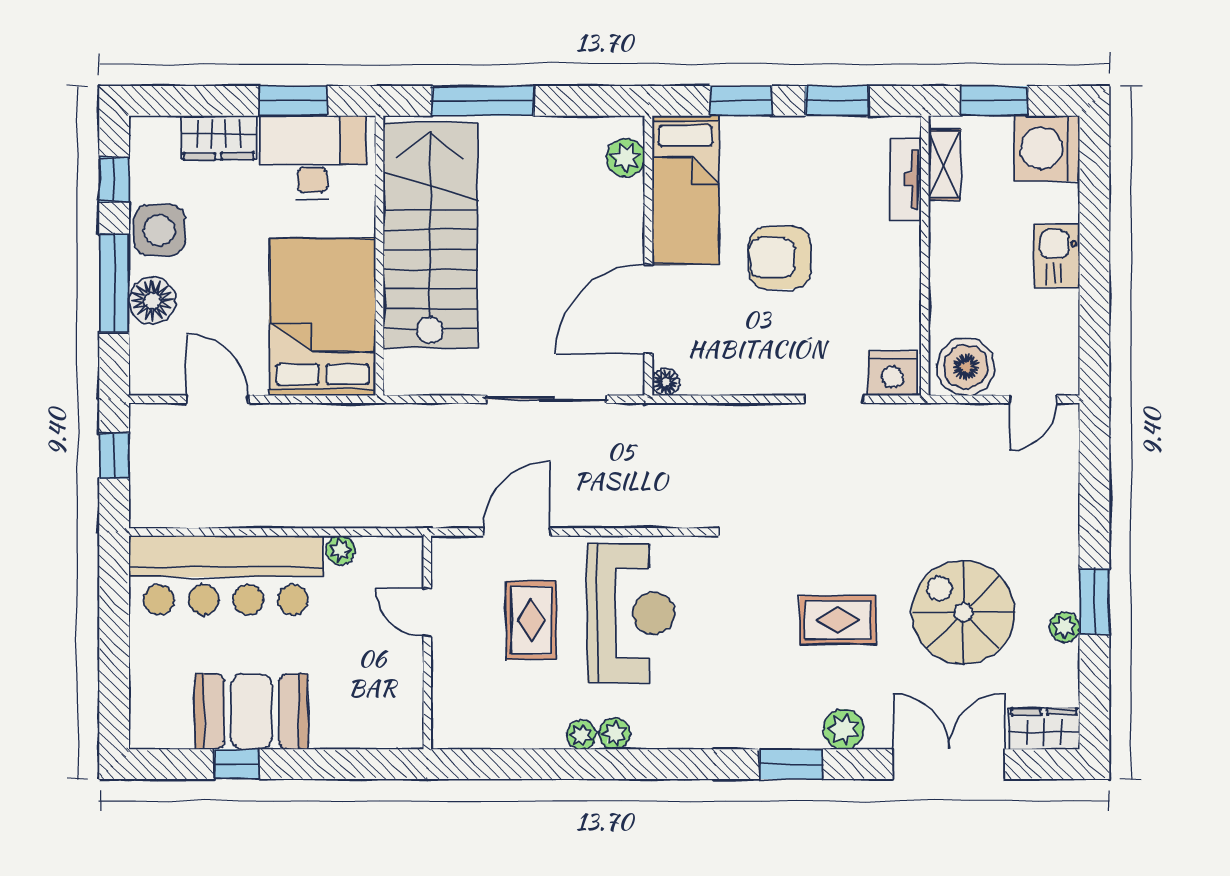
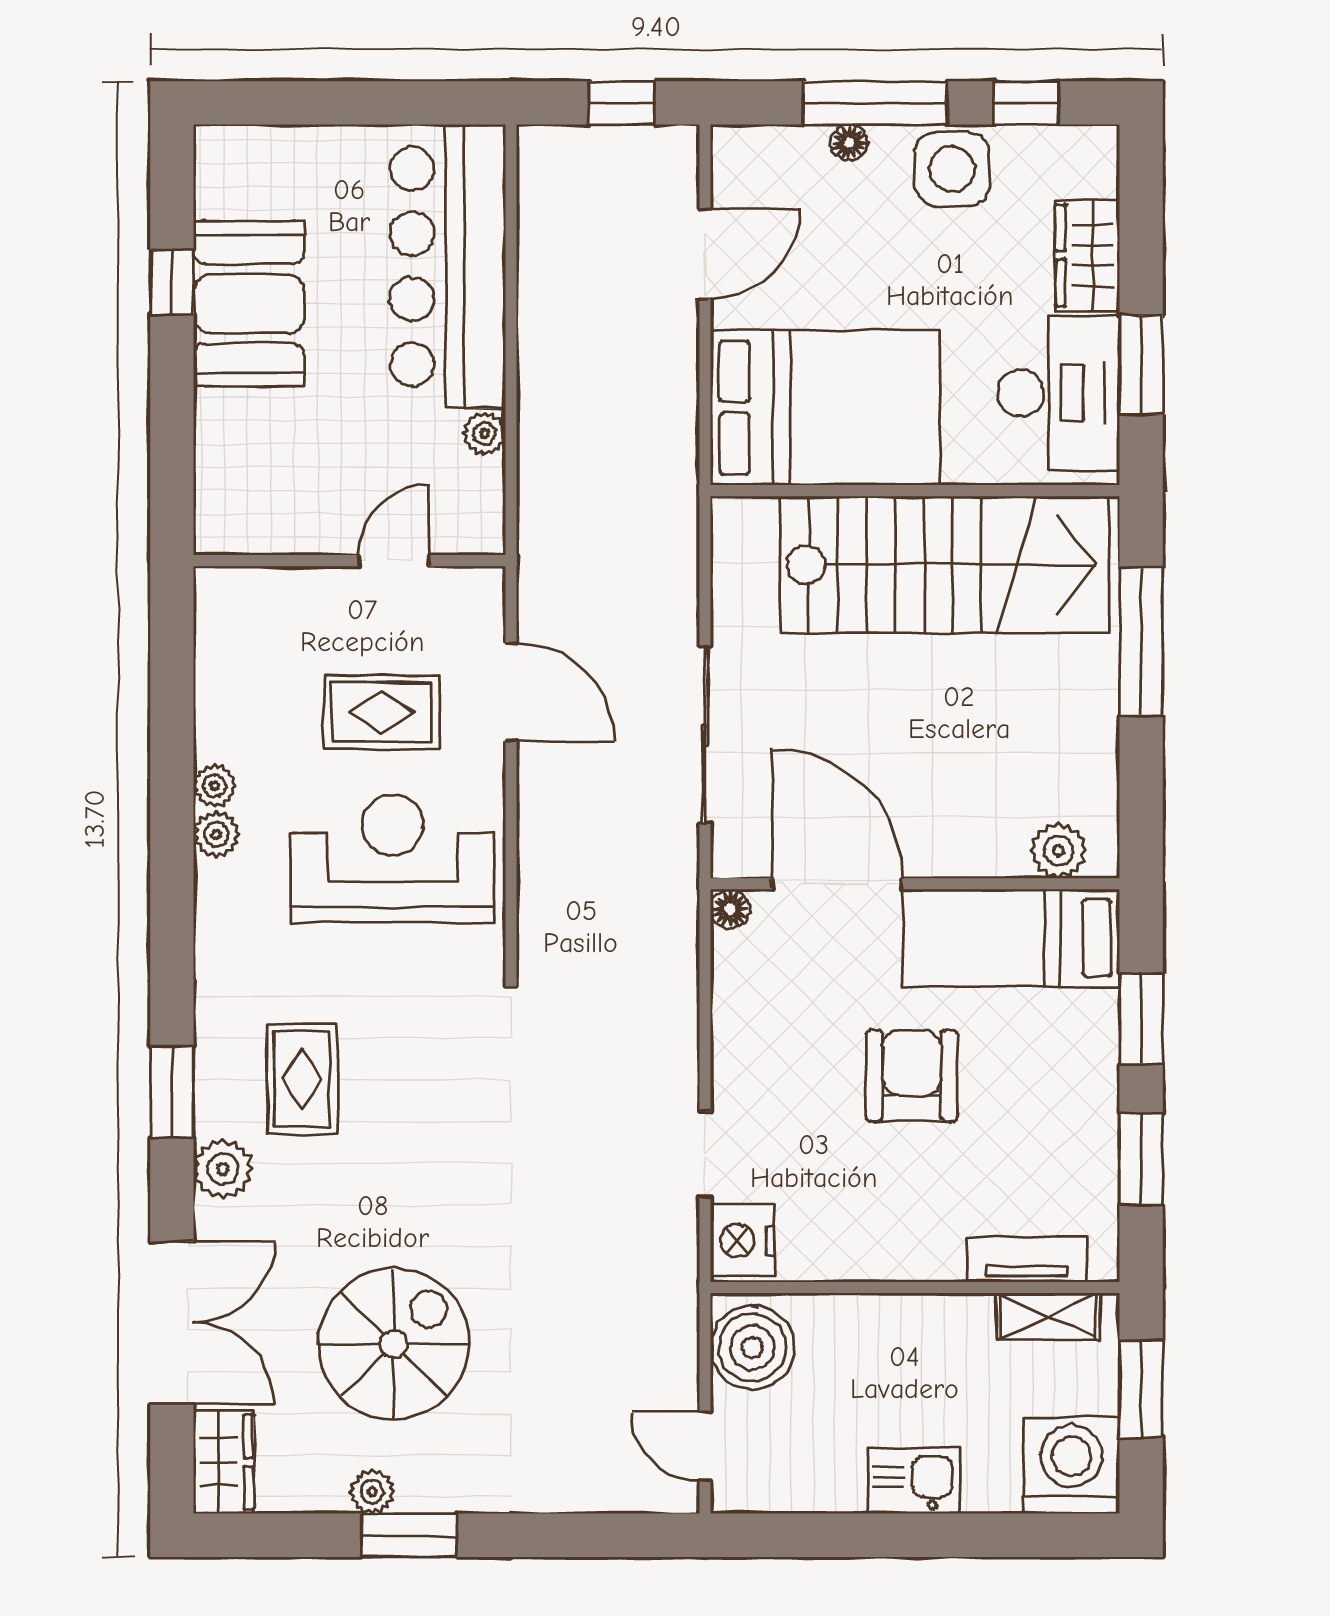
floor lamp: (152, 301) -> (849, 143), width x0.53, depth x0.53
reception desk: (631, 613) -> (393, 858), turned 180
rug: (838, 620) -> (302, 1079), moved

